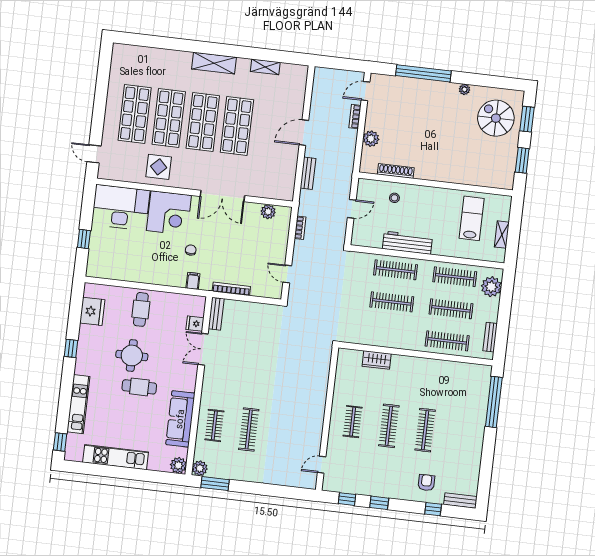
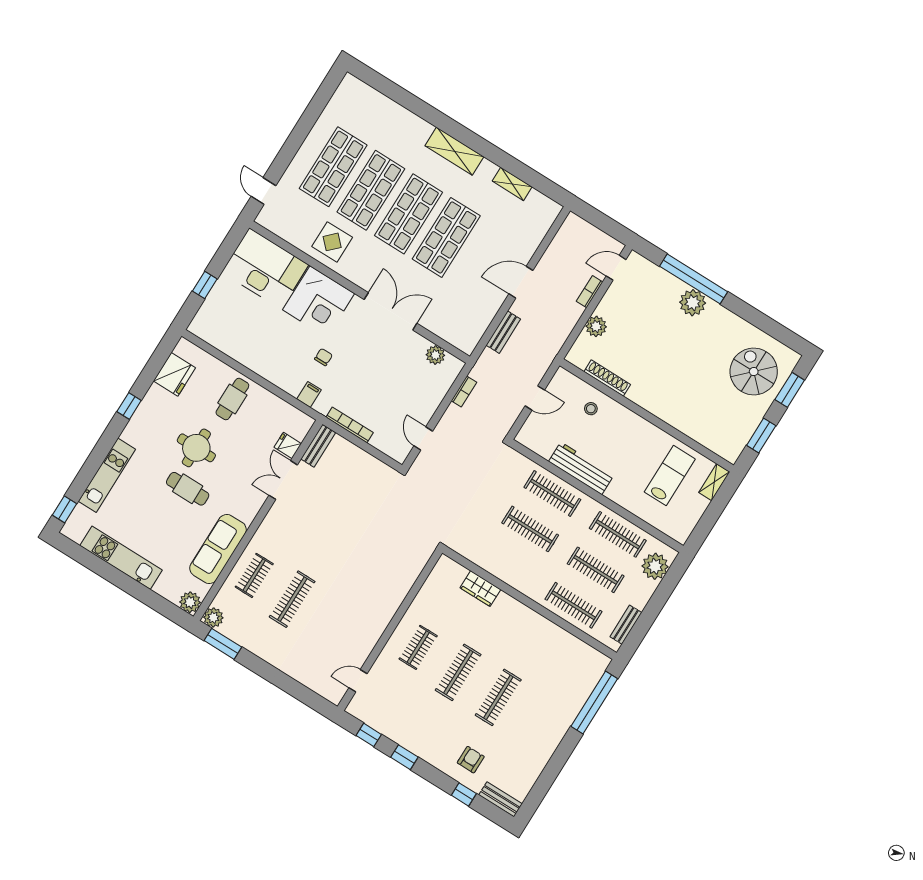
plant: (464, 89) -> (693, 303), moved, width x1.88, depth x1.88
double door: (222, 196) -> (391, 311), swing flipped
shelving: (502, 235) -> (714, 482), moved

